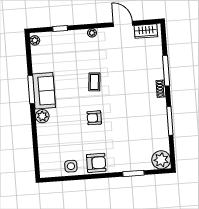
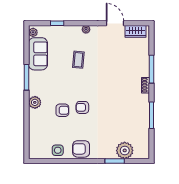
coffee table: (94, 82) -> (78, 60), moved
sofa: (44, 91) -> (38, 54), moved
armchair: (73, 123) -> (62, 110), added
plant: (161, 160) -> (125, 150), moved
armchair: (96, 163) -> (81, 149), turned 180

